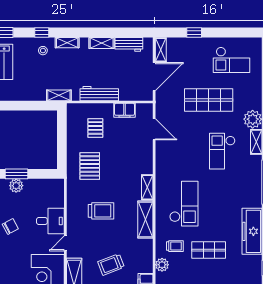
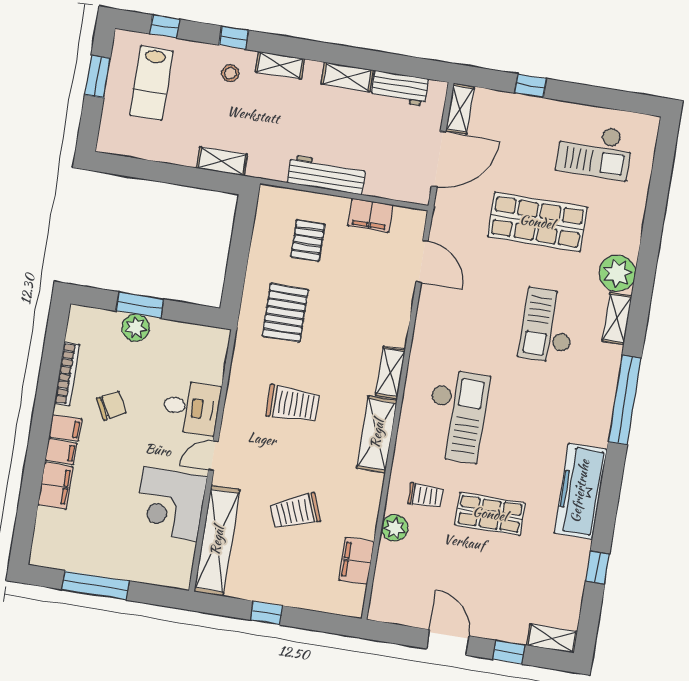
shelving: (59, 95) -> (222, 161), moved

